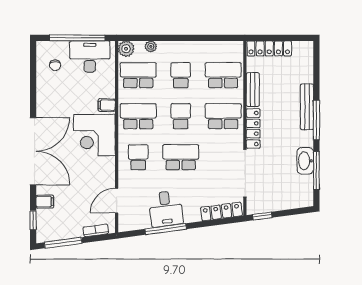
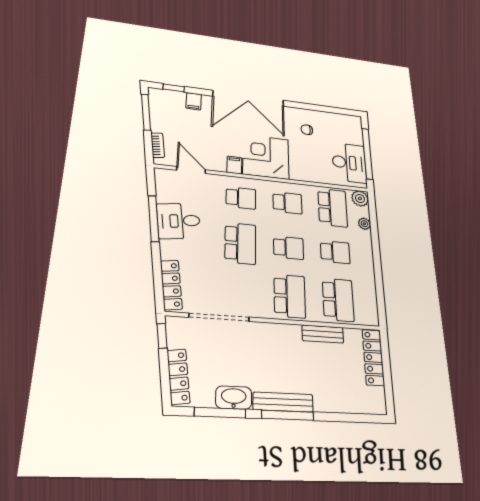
chair: (55, 65) -> (307, 130), moved
filing cabinet: (107, 105) -> (234, 165), moved
bench: (307, 107) -> (283, 402), moved
school desk: (138, 116) -> (287, 203), width x0.54
locker: (253, 129) -> (178, 376), moved, turned -98

